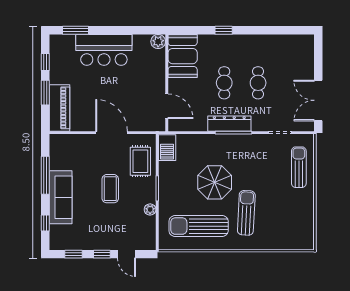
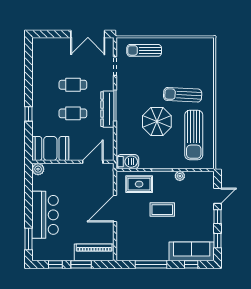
sofa: (61, 197) -> (192, 251), moved

